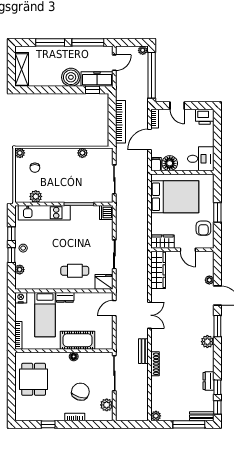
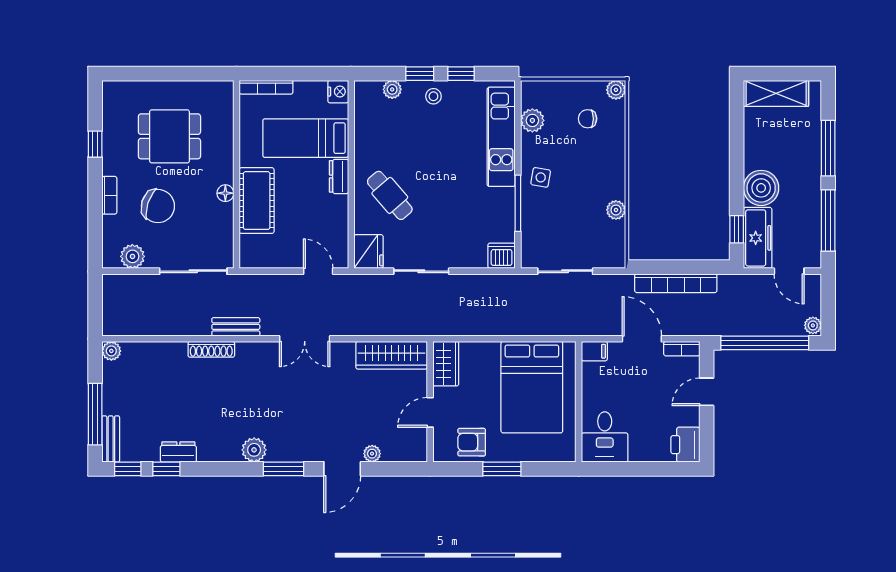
floor lamp: (170, 163) -> (596, 377), removed
side table: (65, 192) -> (541, 177), added
cafe table: (75, 271) -> (390, 195), turned -41
dining table: (34, 379) -> (169, 136), moved

